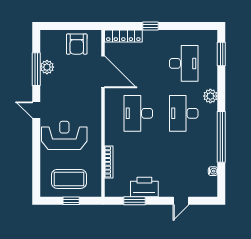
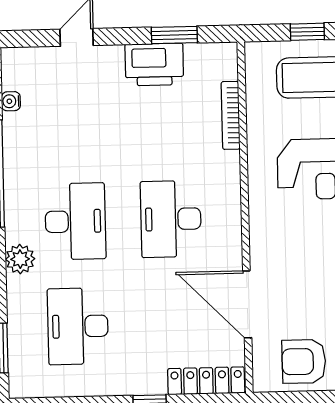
armchair: (77, 44) -> (304, 361), turned -90
desk: (138, 113) -> (171, 219), turned 180

